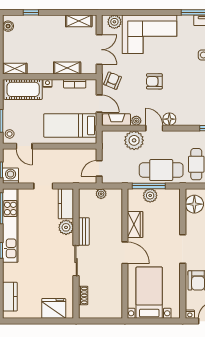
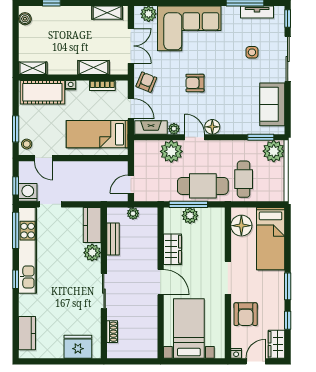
doorway: (43, 186) -> (50, 204), moved
bench: (84, 231) -> (113, 239), moved

